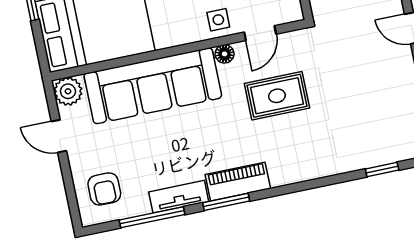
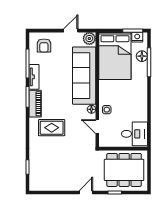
rug: (277, 96) -> (52, 128), moved, turned 90
armchair: (104, 189) -> (44, 45), turned -90

